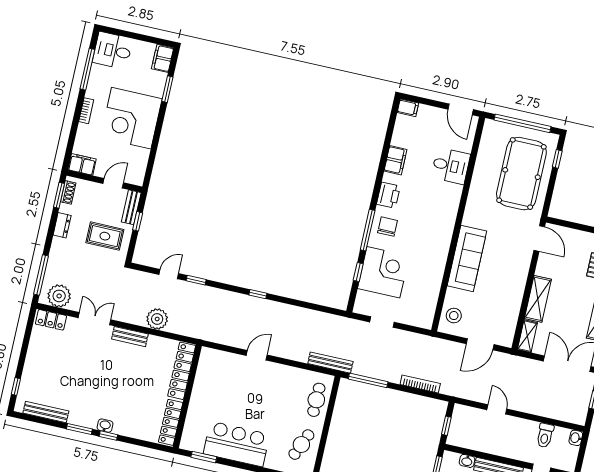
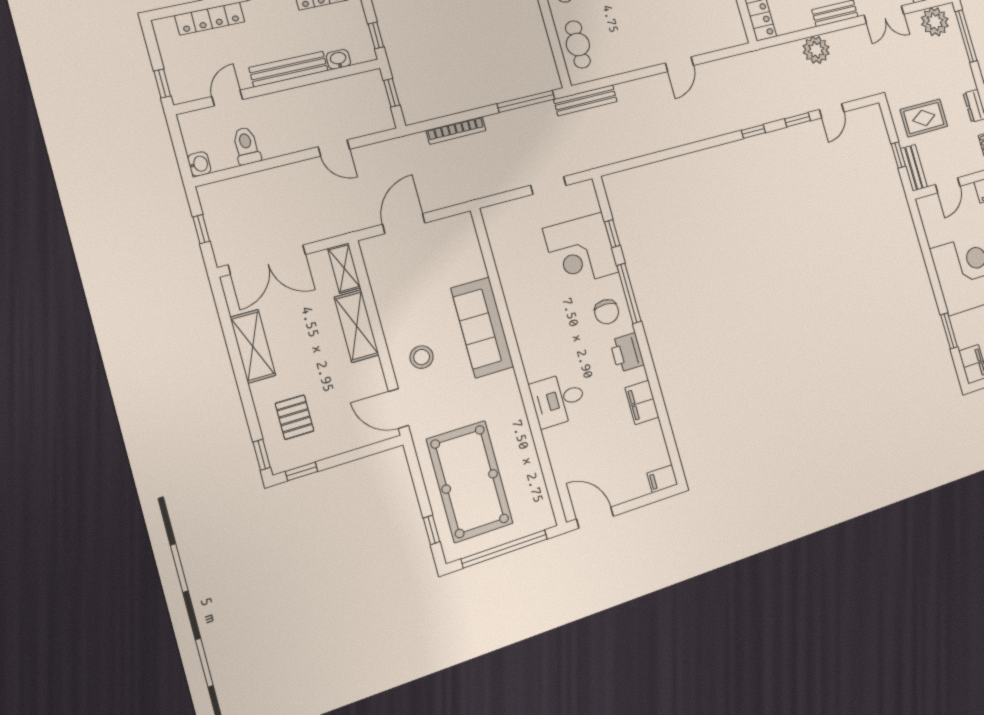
desk: (451, 166) -> (558, 400), moved
window: (258, 294) -> (753, 131), moved
stool: (454, 316) -> (422, 357), moved

